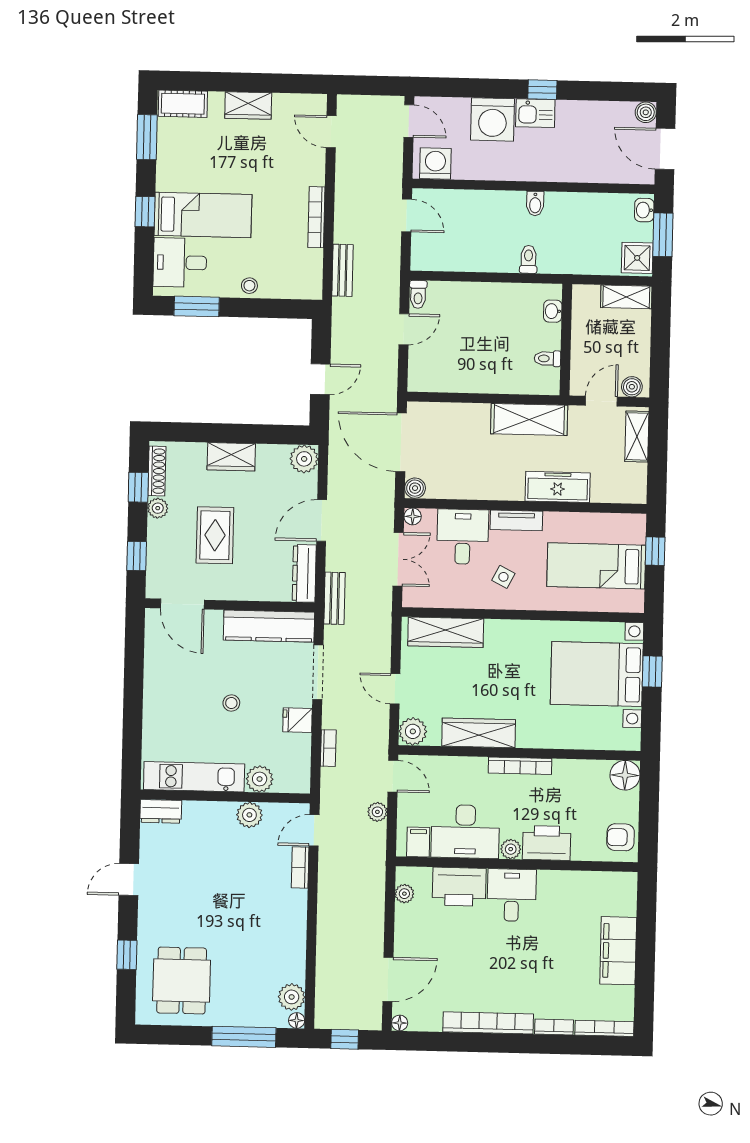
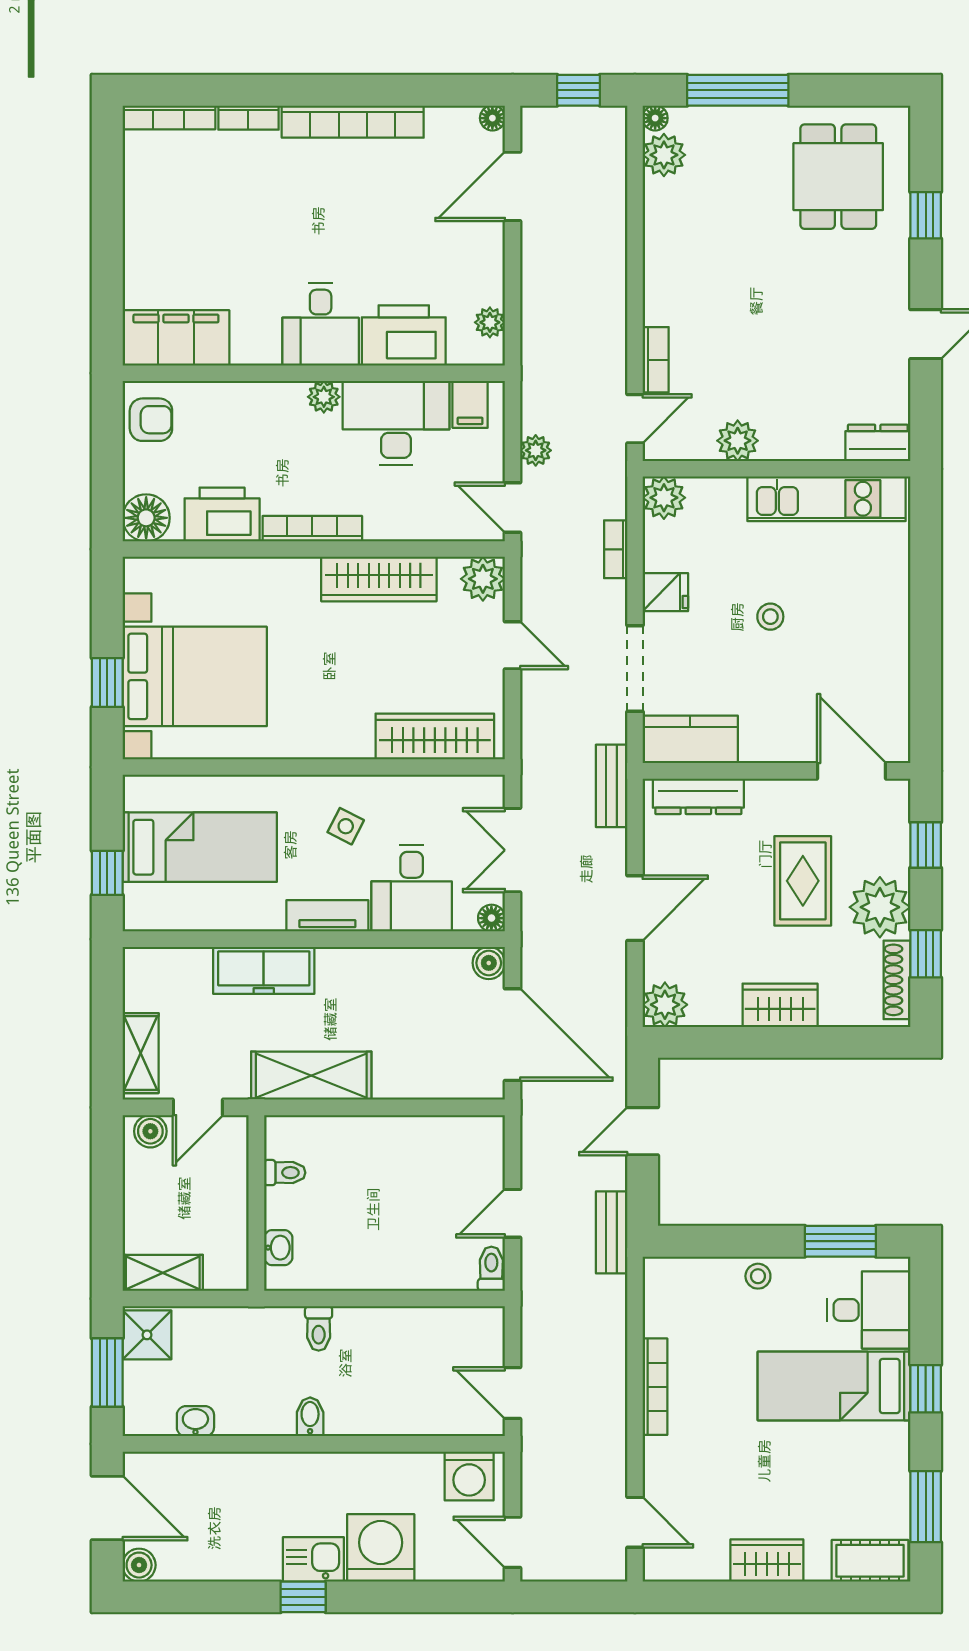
washbasin: (644, 210) -> (195, 1421), moved, turned -90
bench: (342, 270) -> (612, 1232), moved
plant: (158, 508) -> (880, 907), width x1.88, depth x1.88
dresser: (304, 573) -> (698, 796), moved, turned 90
kitchen counter: (269, 626) -> (690, 739), width x0.67
plant: (260, 779) -> (664, 498), moved
printer: (547, 843) -> (222, 514), moved, turned 180
filing cabinet: (618, 951) -> (176, 338), moved, turned -90

